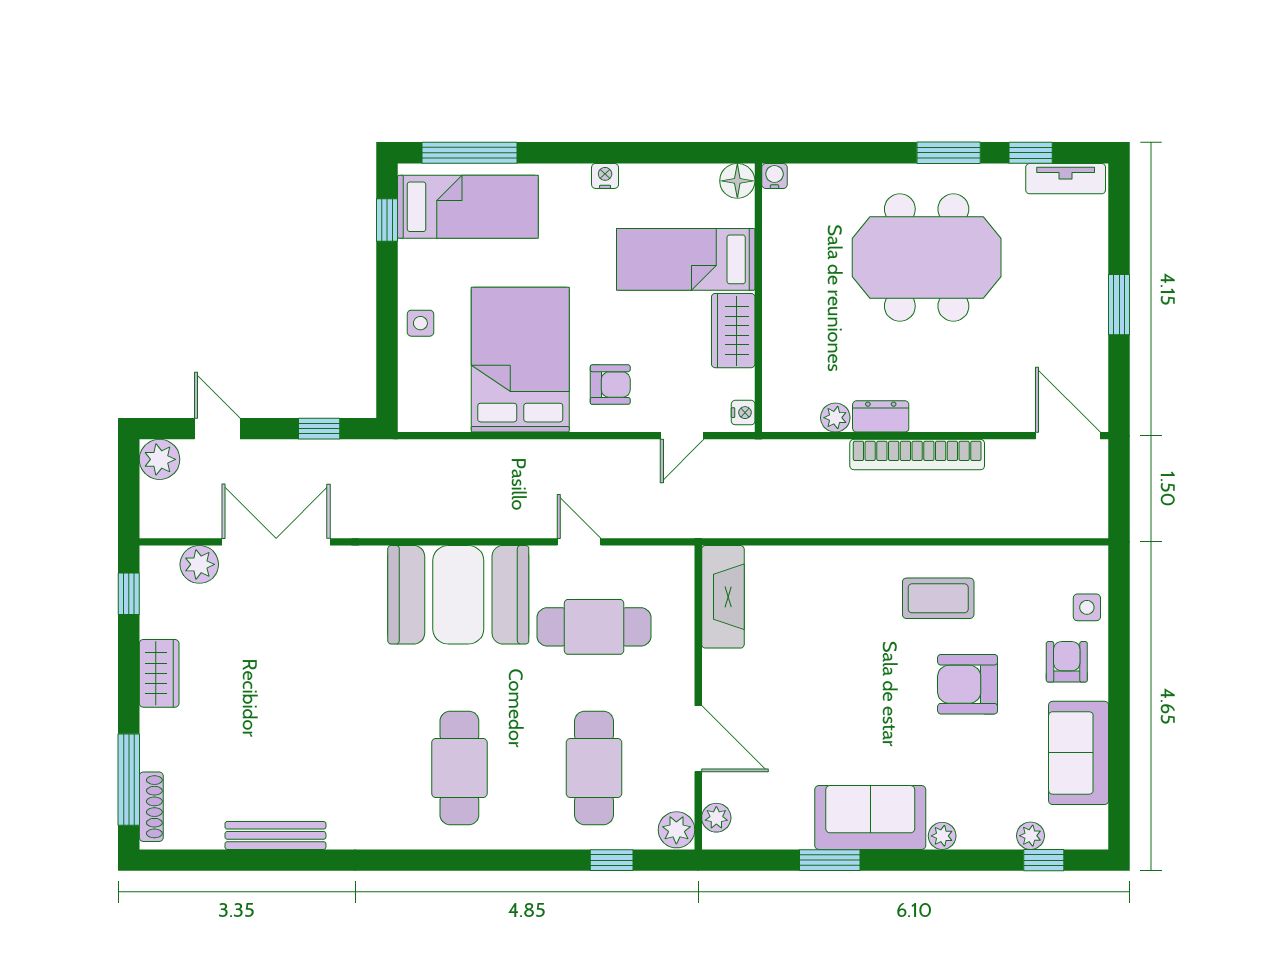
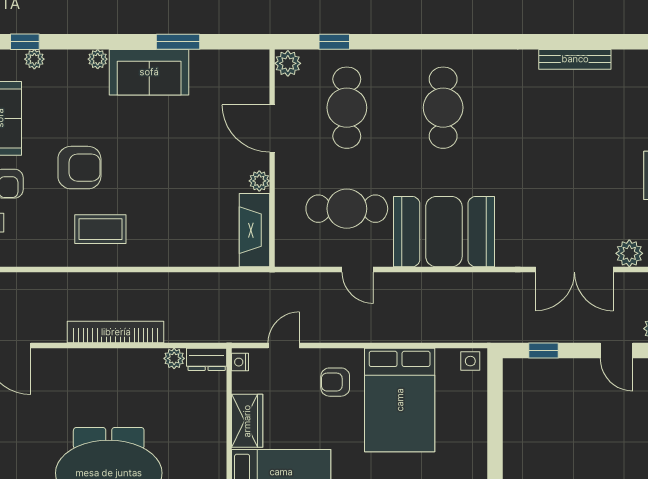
side table: (420, 323) -> (470, 361), moved
dresser: (881, 416) -> (207, 359), moved
plant: (716, 818) -> (259, 181), moved

